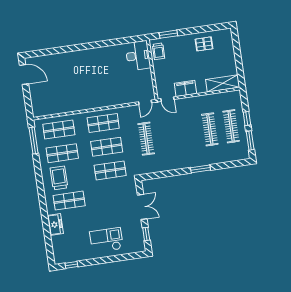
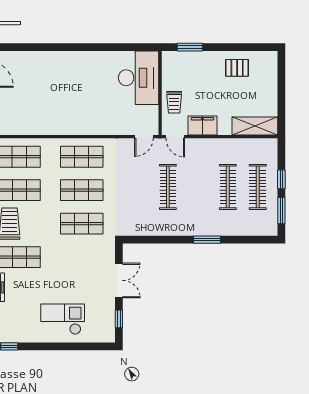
trolley: (159, 51) -> (174, 102), moved
desk: (138, 56) -> (139, 78), width x1.36, depth x1.30
clothes rail: (146, 139) -> (168, 187), moved

